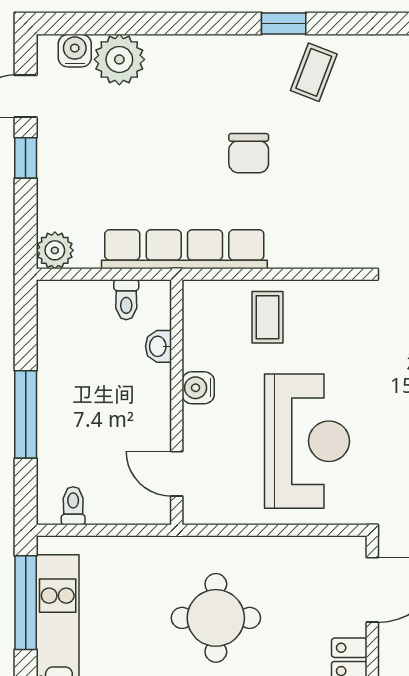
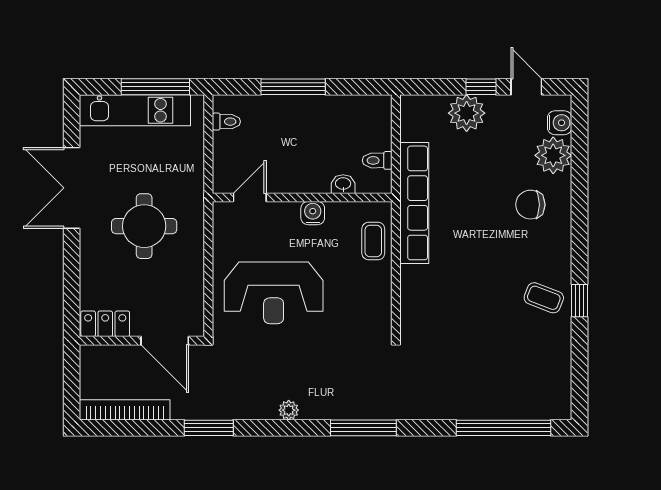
window: (284, 24) -> (579, 301), moved
chair: (249, 153) -> (530, 205), moved
plant: (55, 250) -> (467, 113), moved, width x1.36, depth x1.36
coffee table: (267, 317) -> (373, 241), moved, turned 90

